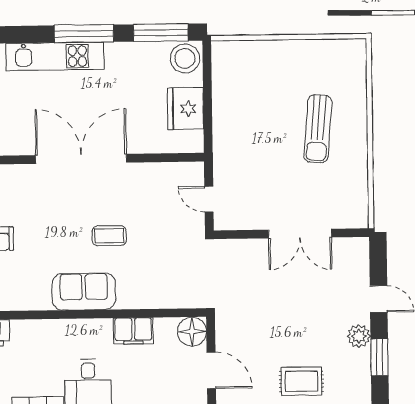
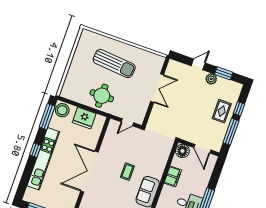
window: (84, 34) -> (35, 150), width x0.46
kitchen unit: (55, 56) -> (43, 159), width x1.36
round table: (244, 128) -> (102, 96), added
sun lounger: (318, 129) -> (114, 64), width x1.36, depth x1.34
door: (211, 370) -> (202, 149), swing flipped

